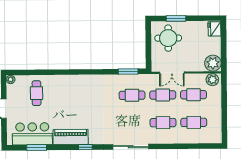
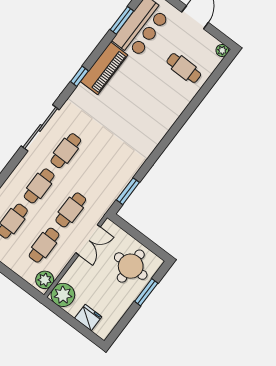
fridge: (215, 29) -> (88, 318), moved
double door: (172, 73) -> (88, 240), swing flipped
cafe table: (132, 95) -> (66, 151), moved

